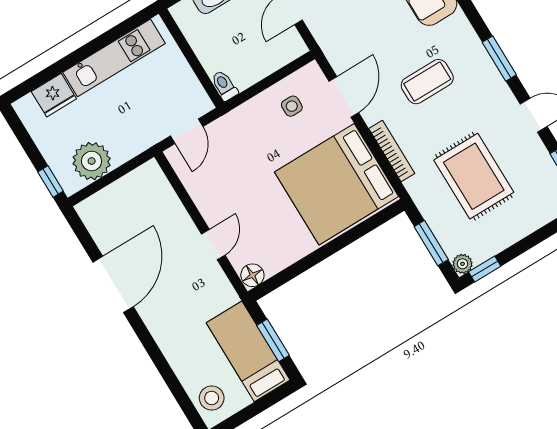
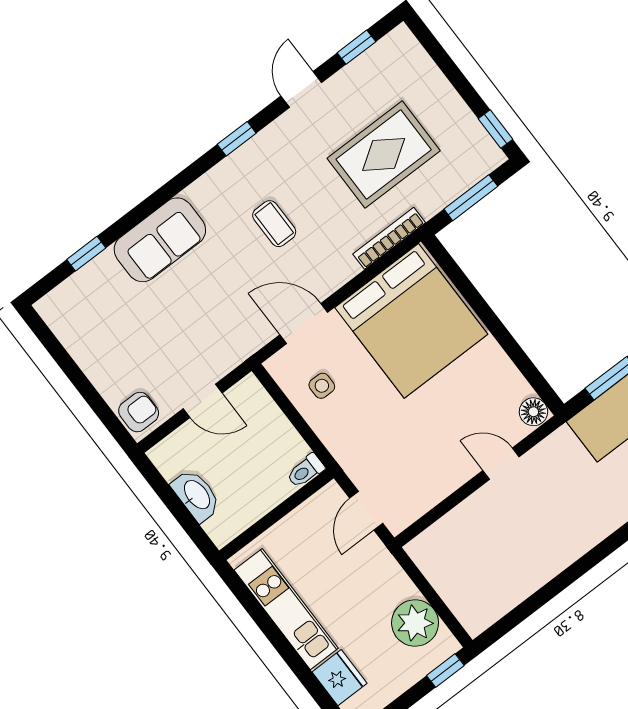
window: (499, 59) -> (237, 139), width x0.67
coffee table: (427, 82) -> (274, 224), width x0.73, depth x0.77
door: (187, 131) -> (366, 511), swing flipped
bookcase: (392, 151) -> (389, 238), moved
plant: (463, 264) -> (492, 157), removed
door: (113, 284) -> (563, 581), removed

